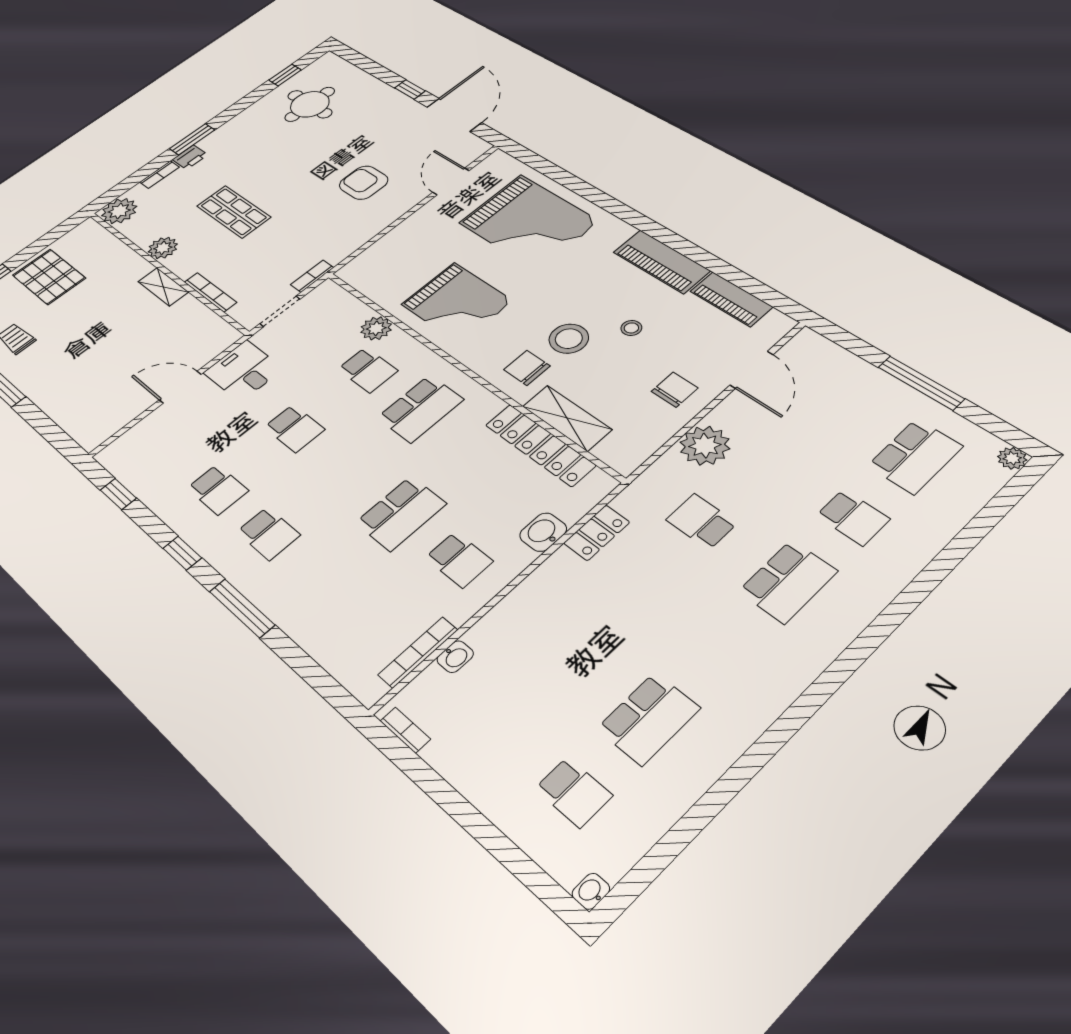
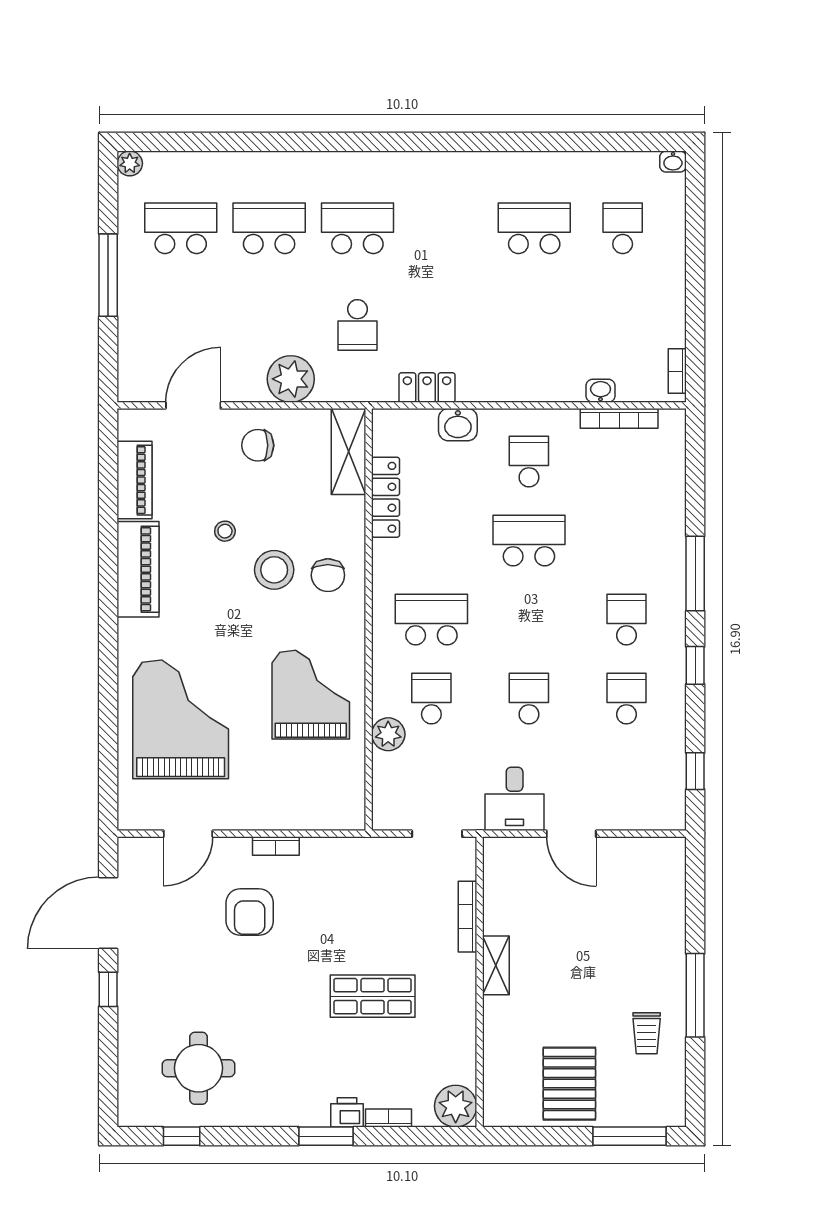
shop shelf: (234, 212) -> (373, 996), turned 90
plant: (163, 248) -> (460, 1015), removed
bookcase: (312, 276) -> (276, 846), moved
shelving: (567, 418) -> (348, 451), moved
locker: (540, 445) -> (386, 497), width x0.71, depth x0.83
school desk: (853, 517) -> (269, 228), width x1.85

